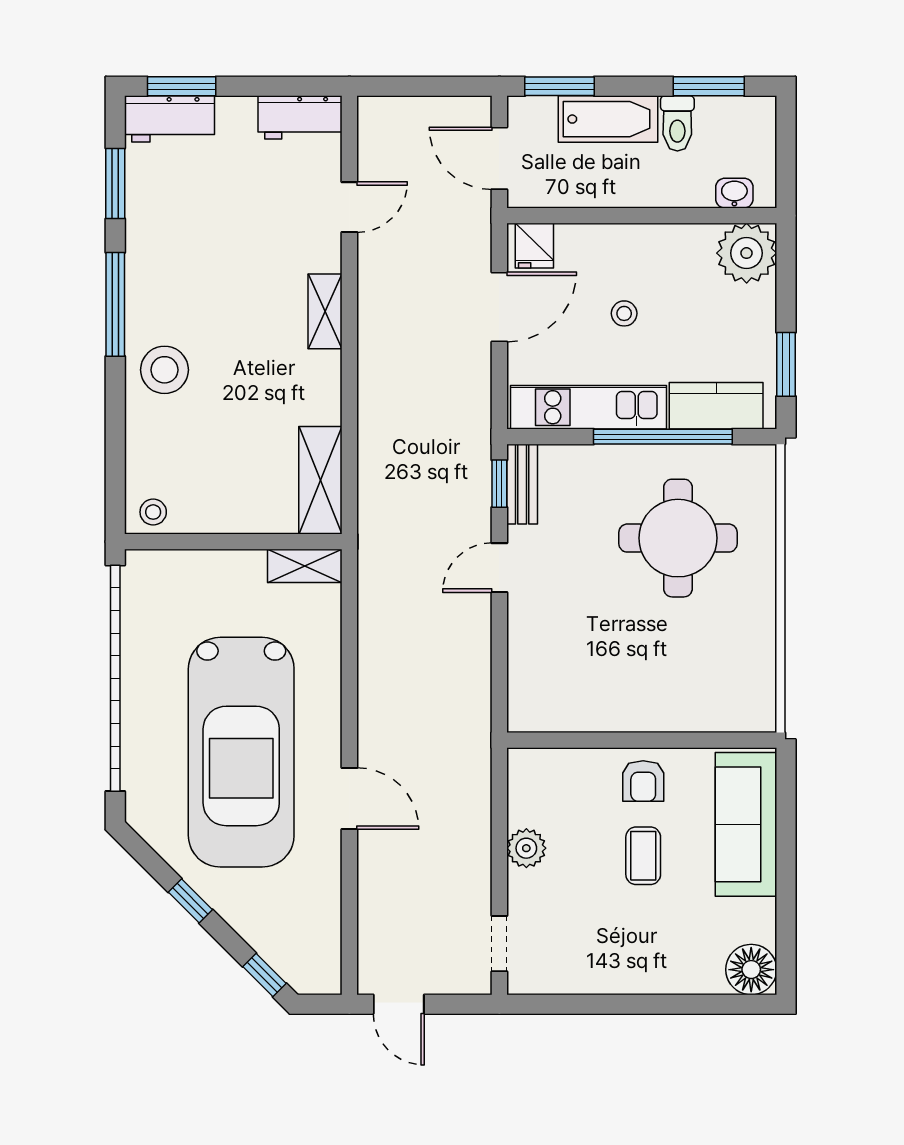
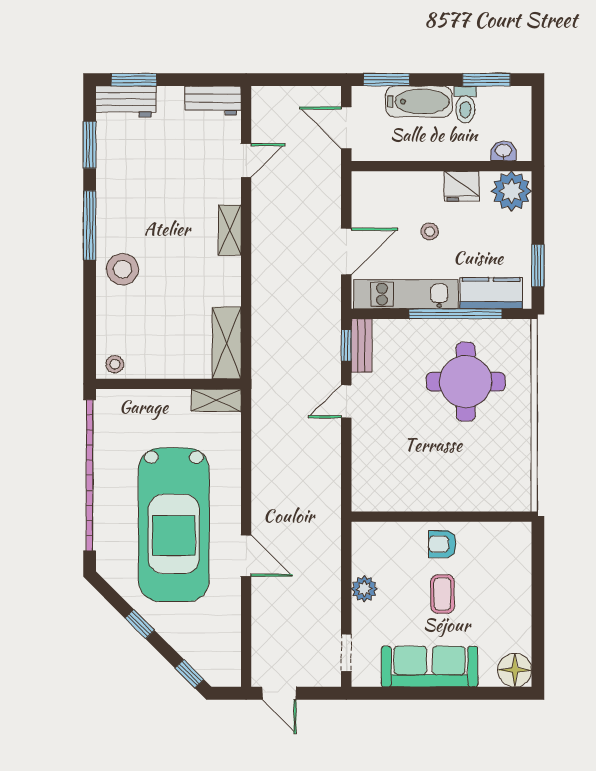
fridge: (534, 246) -> (462, 186), moved, width x1.38
door: (499, 307) -> (346, 251), moved
armchair: (643, 781) -> (442, 544), turned 90
sofa: (746, 824) -> (429, 667), moved, turned 90

